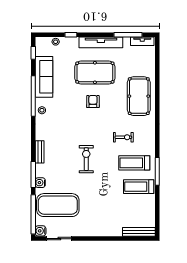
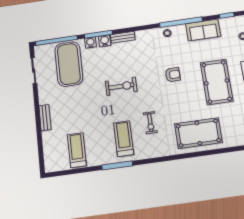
sofa: (44, 77) -> (203, 30), width x0.73
armchair: (93, 102) -> (173, 75), moved
treadmill: (139, 187) -> (77, 150), moved
water cooler: (41, 231) -> (105, 41), moved
bench: (139, 232) -> (45, 118), moved, width x0.73

